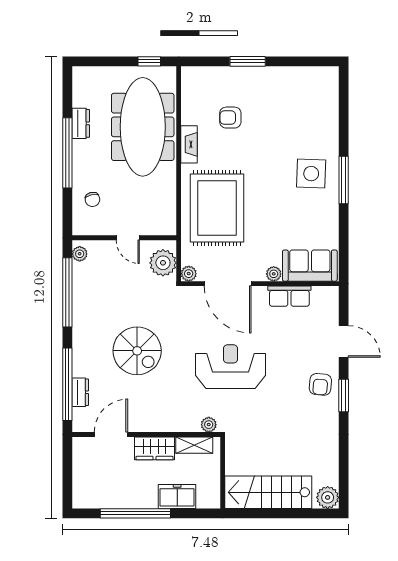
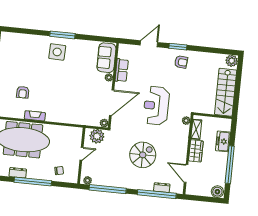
rug: (217, 208) -> (70, 104), removed
armchair: (320, 384) -> (181, 62), moved
boiler: (83, 496) -> (217, 192), added

